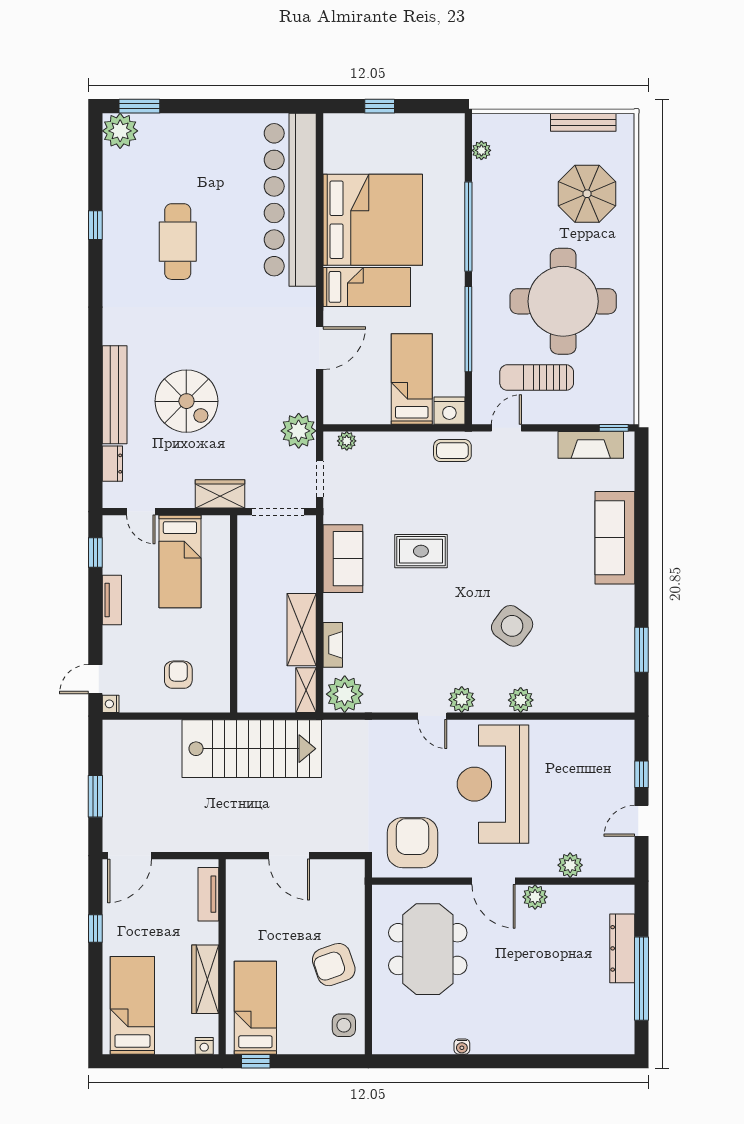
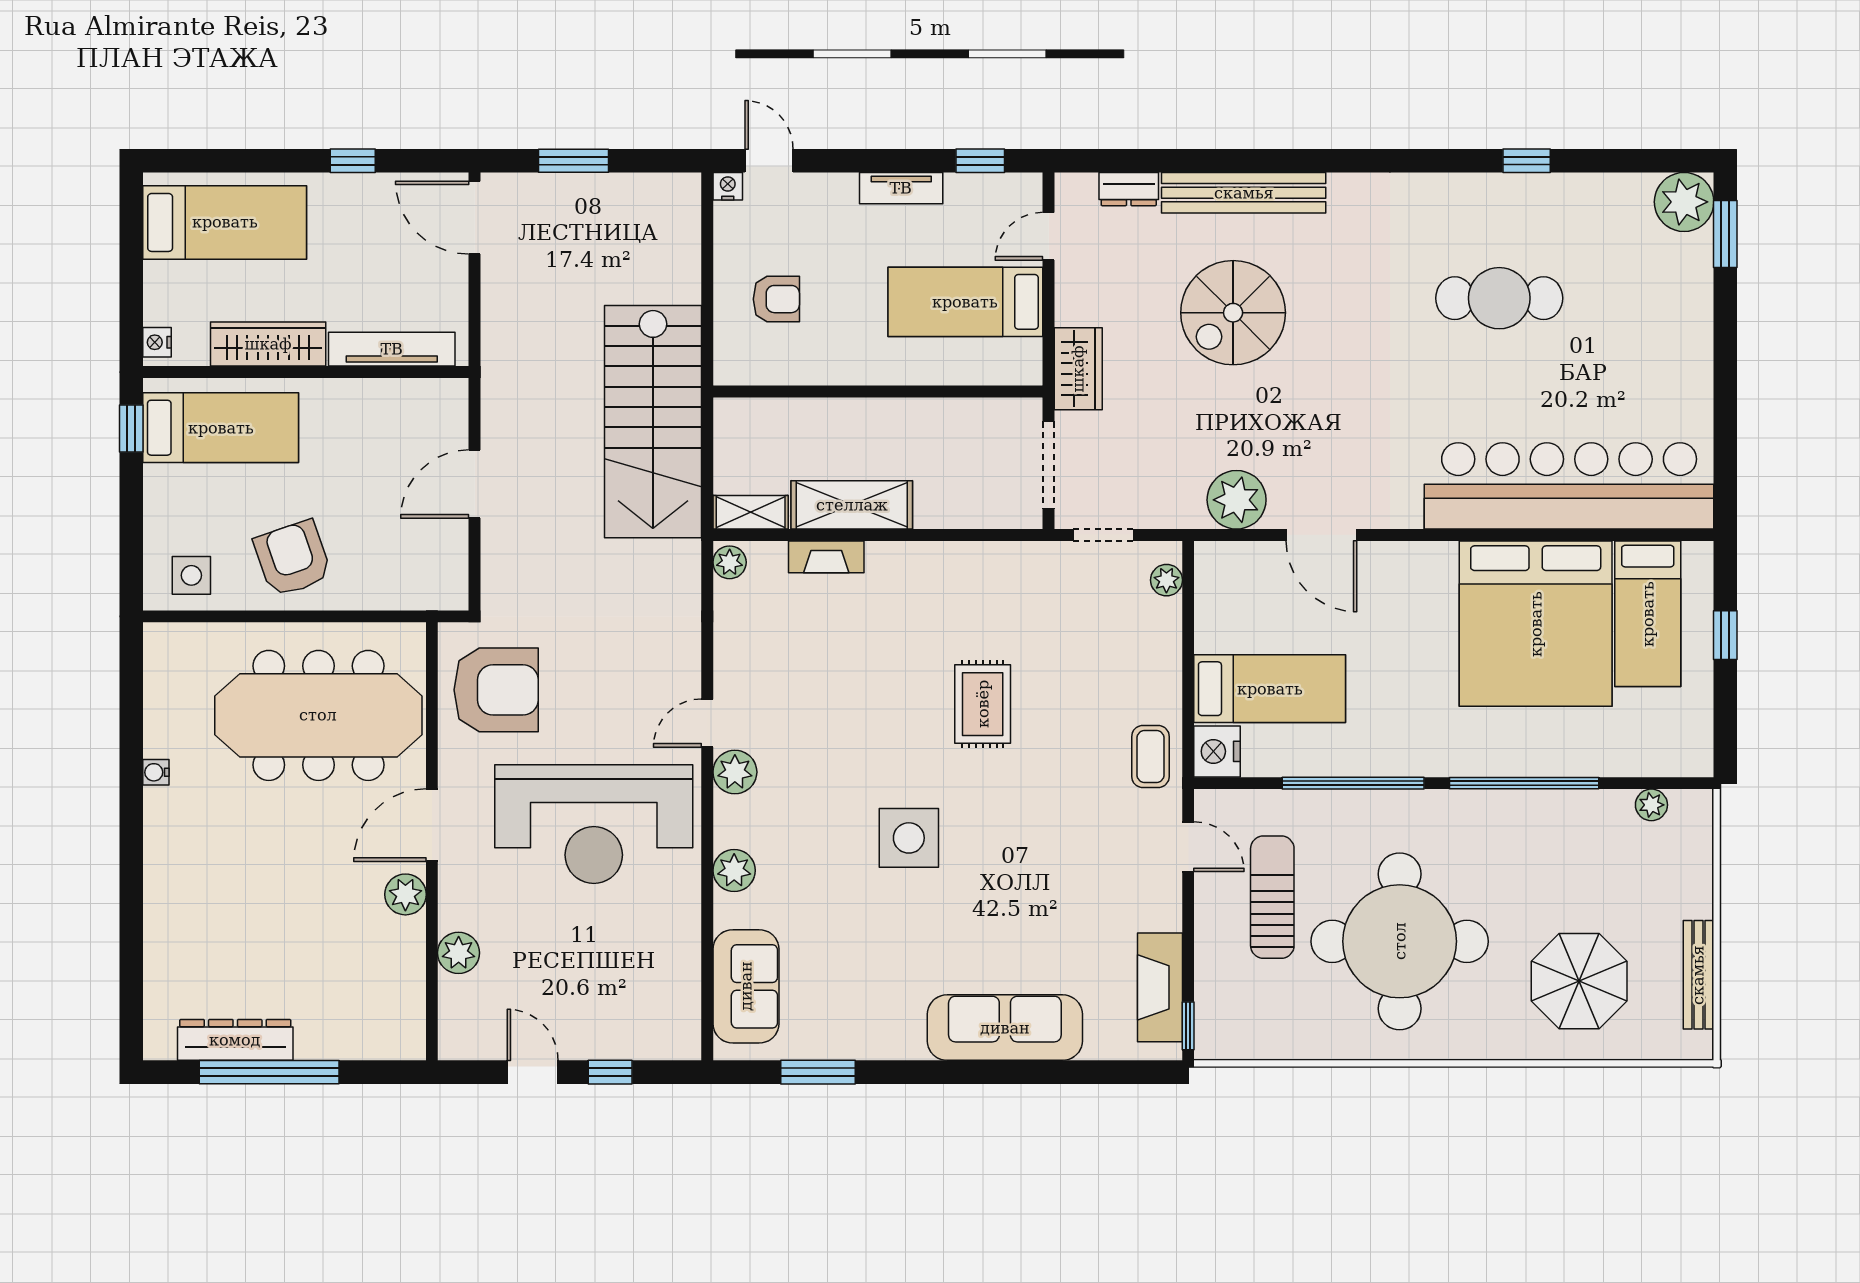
bed: (367, 287) -> (1648, 614), moved
plant: (299, 431) -> (1237, 500), moved
sofa: (343, 559) -> (746, 986), moved, turned -90
side table: (512, 626) -> (909, 838), moved, turned -36
plant: (345, 694) -> (730, 562), width x0.53, depth x0.53
reception desk: (493, 784) -> (594, 824), turned 180
tv unit: (208, 894) -> (392, 349), width x1.41
dresser: (622, 948) -> (235, 1040), moved
meeting table: (428, 949) -> (318, 715), width x1.36

